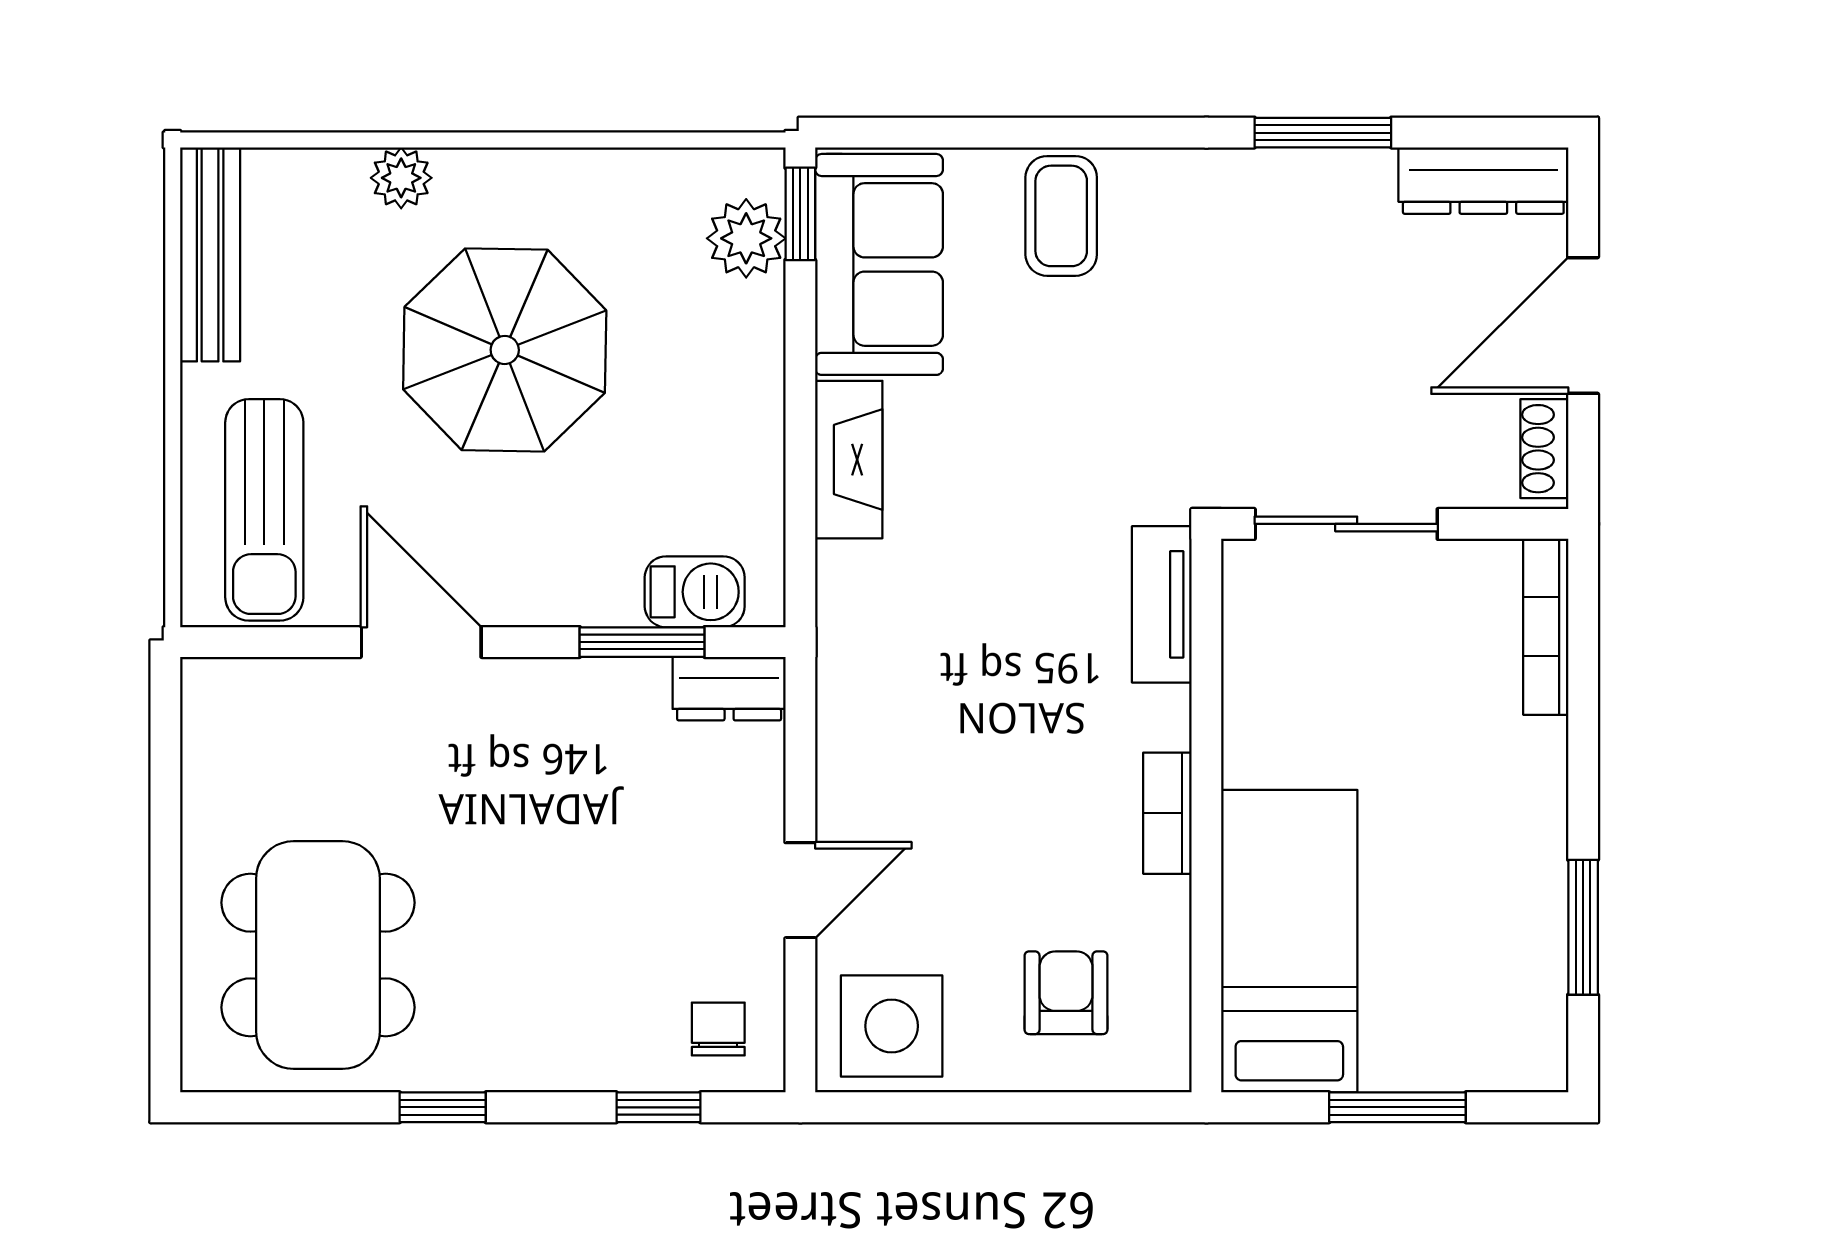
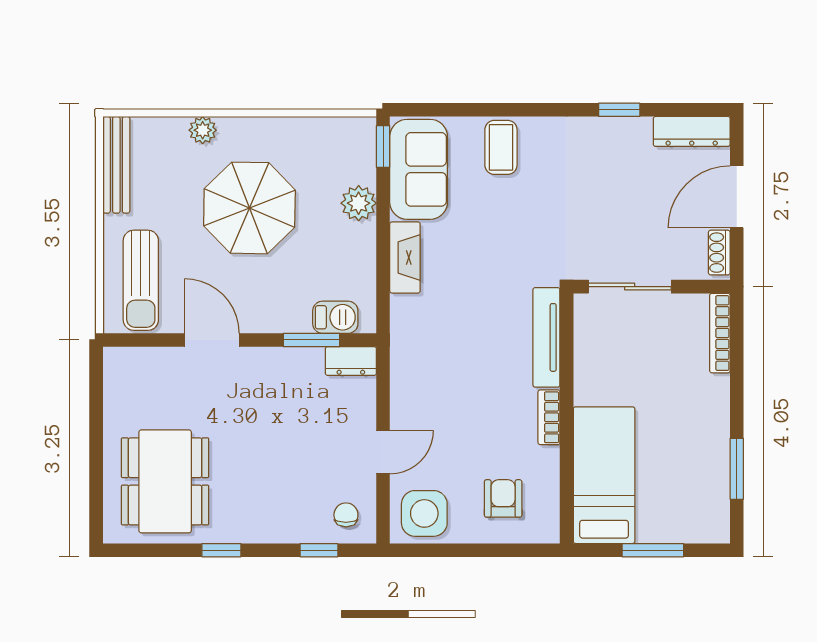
window: (1323, 133) -> (619, 110), width x0.67
plant: (746, 238) -> (359, 203), moved
tv unit: (1162, 604) -> (546, 337), width x1.41

